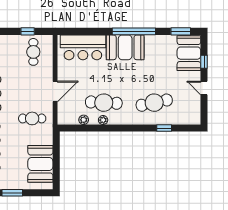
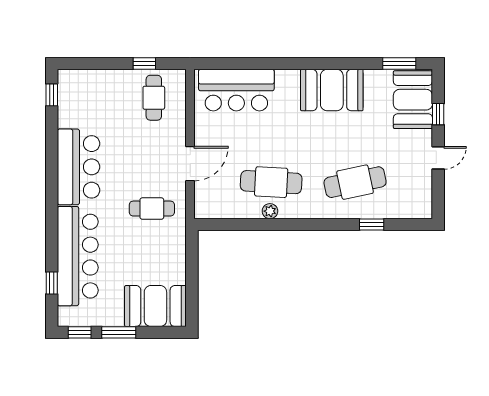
window: (134, 31) -> (321, 63), removed
booth: (125, 47) -> (332, 90), moved
door: (204, 88) -> (438, 158), swing flipped
plant: (84, 120) -> (238, 211), removed
booth: (40, 164) -> (155, 306), moved, turned 90

